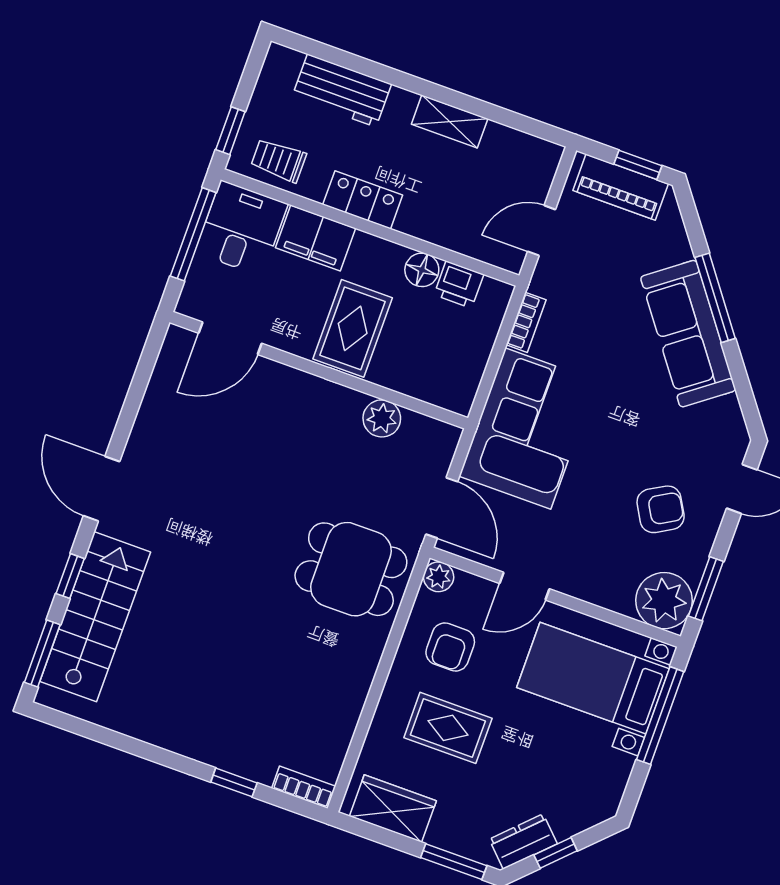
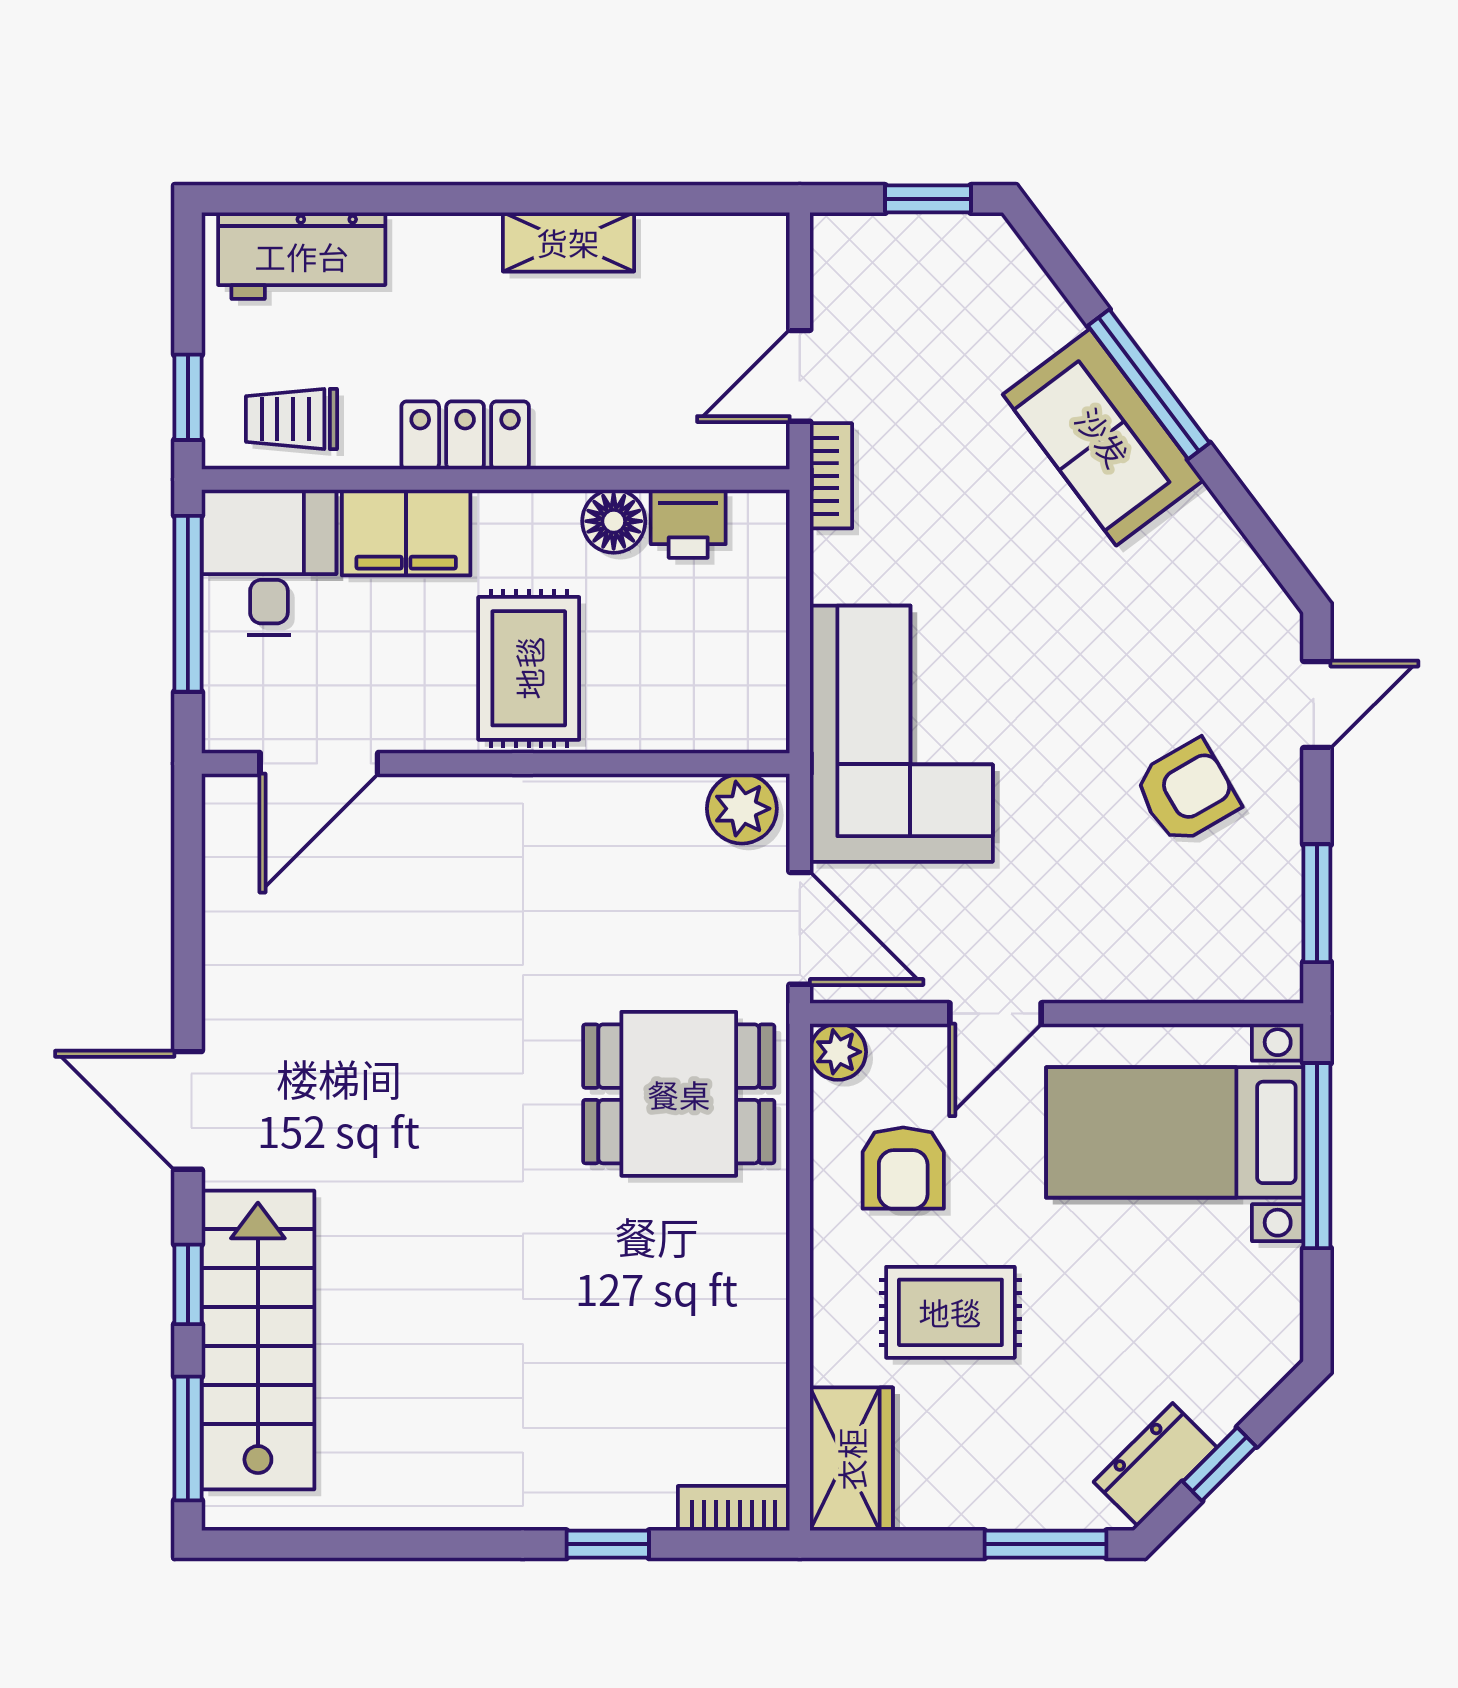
workbench: (342, 90) -> (302, 256), moved
piano: (621, 187) -> (912, 249), removed
bookcase: (526, 322) -> (831, 476), moved
sofa: (688, 334) -> (1103, 437), width x0.73
plant: (382, 418) -> (742, 809), moved
plant: (664, 601) -> (1251, 951), removed
wardrobe: (393, 808) -> (851, 1459), moved, turned 90

